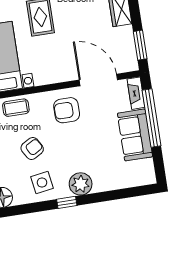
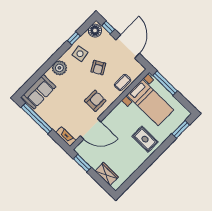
window: (151, 118) -> (37, 118), moved
sofa: (135, 135) -> (39, 92), moved, turned 90
window: (67, 202) -> (74, 38), moved

